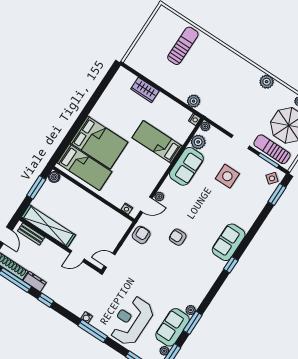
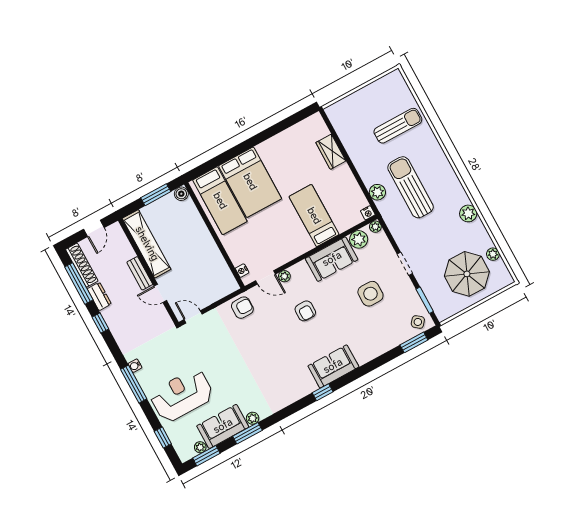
sun lounger: (272, 149) -> (411, 187), moved, width x1.36, depth x1.34
bench: (31, 234) -> (140, 273), moved
armchair: (178, 237) -> (305, 311), moved, turned 180

